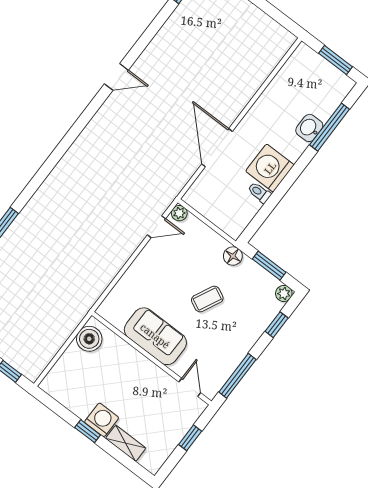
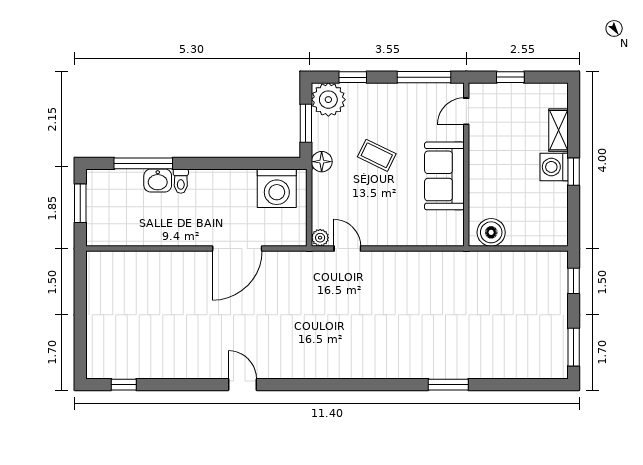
washing machine: (270, 168) -> (277, 188), moved
toilet: (259, 193) -> (181, 181), moved
plant: (284, 294) -> (328, 100), width x1.87, depth x1.87

